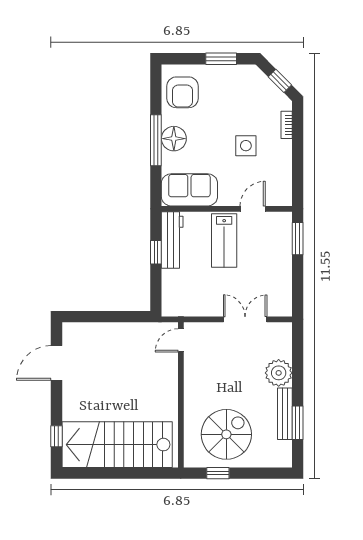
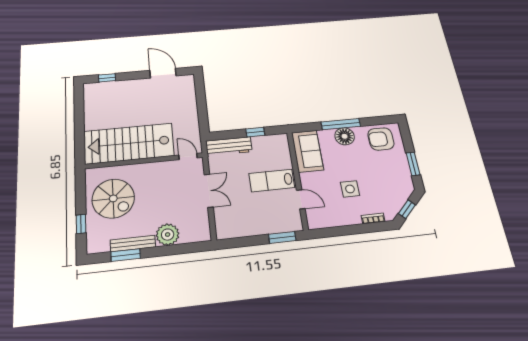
workbench: (172, 240) -> (229, 146), moved
double door: (245, 319) -> (209, 191), moved
stairs: (117, 445) -> (129, 143), moved, turned -90
window: (218, 473) -> (81, 224), moved

